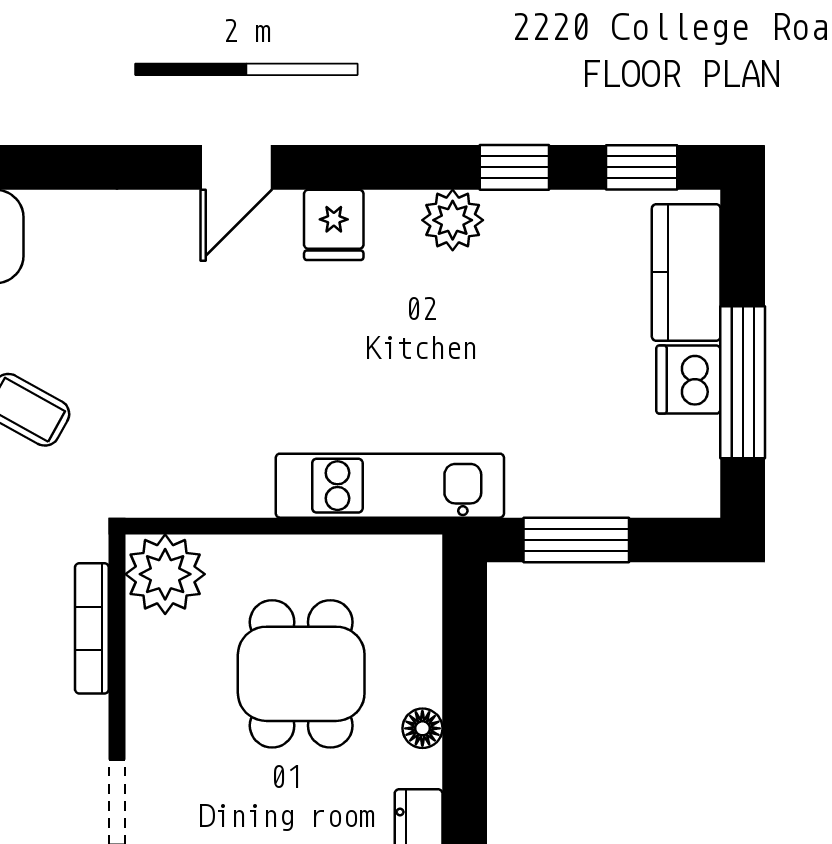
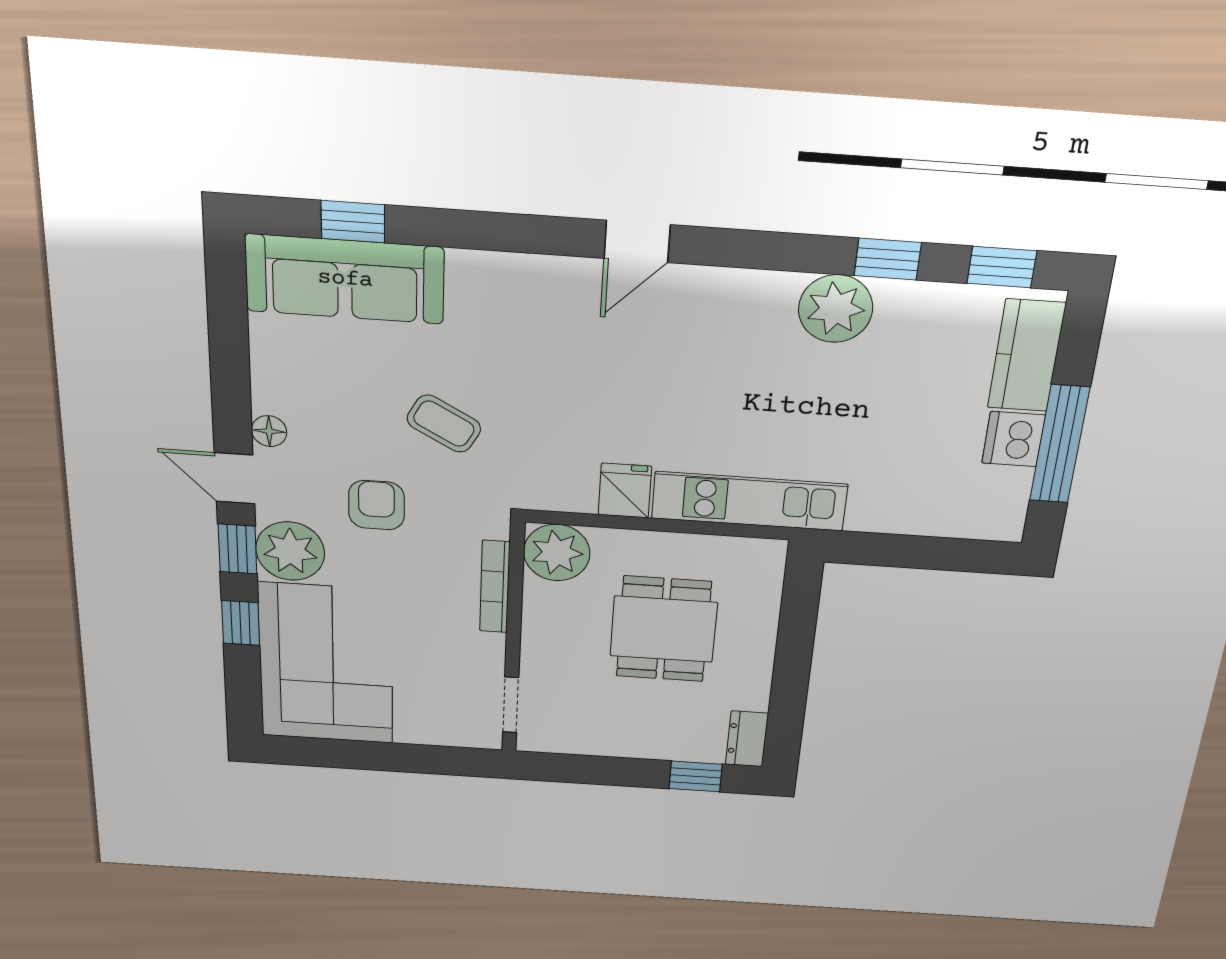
plant: (453, 220) -> (836, 309), width x1.36, depth x1.36
fridge: (334, 225) -> (625, 491), moved, turned 180
window: (576, 540) -> (900, 551), removed
floor lamp: (422, 728) -> (758, 672), removed

